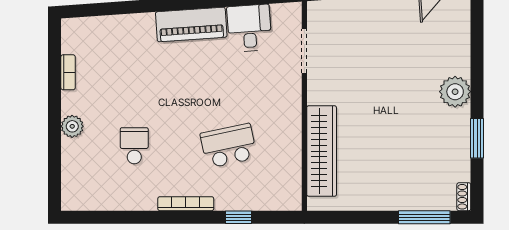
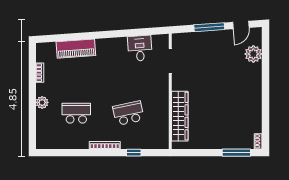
piano: (191, 25) -> (76, 49), moved
plant: (455, 92) -> (253, 54), moved
window: (477, 138) -> (266, 109), removed
school desk: (134, 146) -> (76, 113), width x1.85

